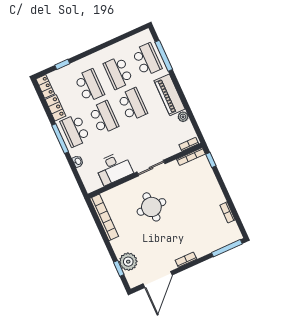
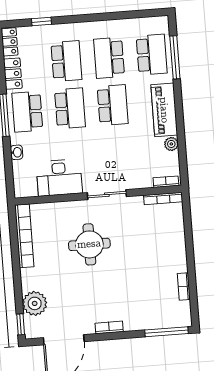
window: (211, 160) -> (187, 212), removed
window: (119, 268) -> (21, 324), moved

